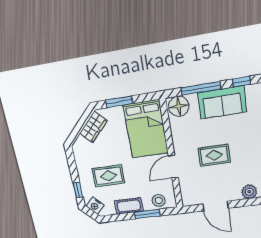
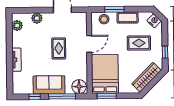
window: (119, 102) -> (107, 96), moved
wardrobe: (93, 127) -> (147, 77), width x1.50
rug: (214, 155) -> (59, 48), turned 90
window: (78, 190) -> (165, 52), moved

